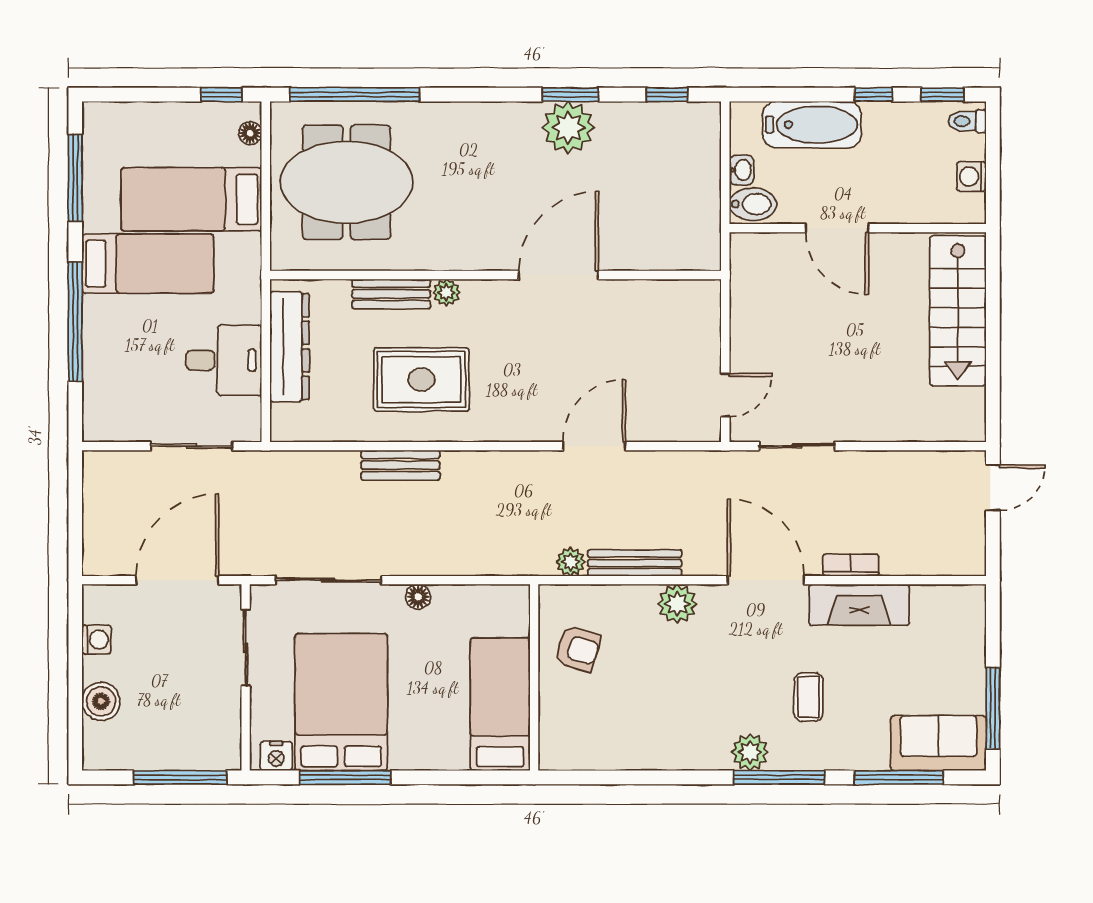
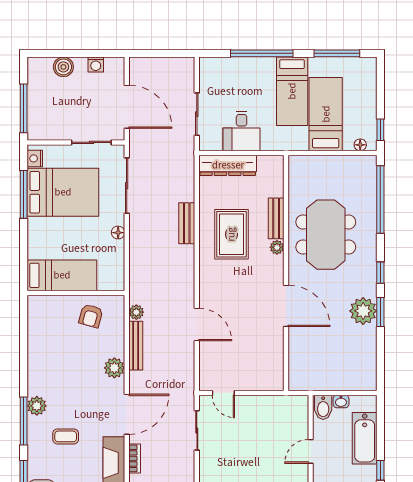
window: (667, 95) -> (380, 273), moved
meeting table: (347, 182) -> (326, 235), moved
door: (837, 228) -> (311, 451), width x0.73
dresser: (289, 347) -> (228, 165), moved

